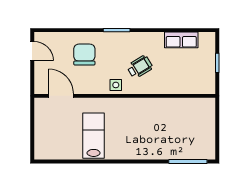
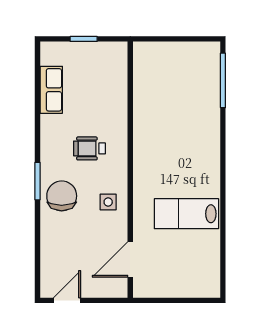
chair: (84, 55) -> (62, 196), moved, turned 90
wheelchair: (140, 67) -> (89, 148), turned -59
side table: (116, 85) -> (108, 202), moved

